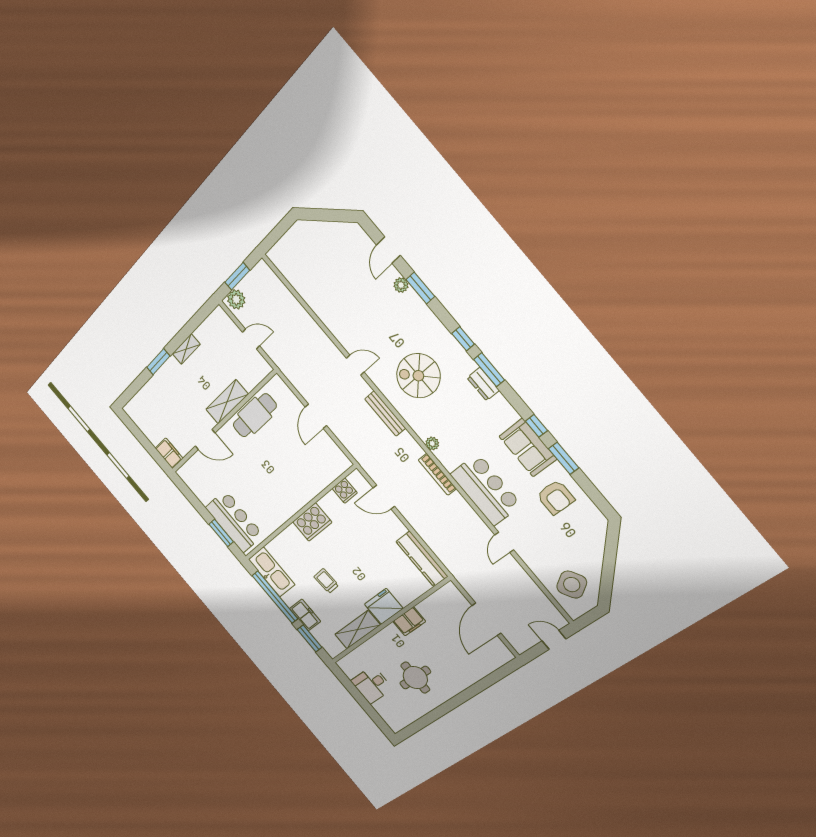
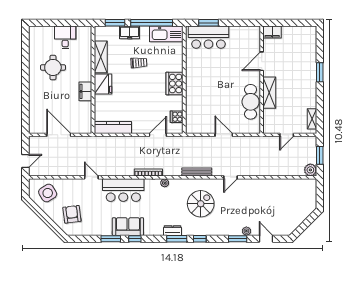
plant: (236, 299) -> (310, 170), moved
shelving: (186, 349) -> (312, 119), moved
armchair: (556, 497) -> (72, 214), moved, turned 83

